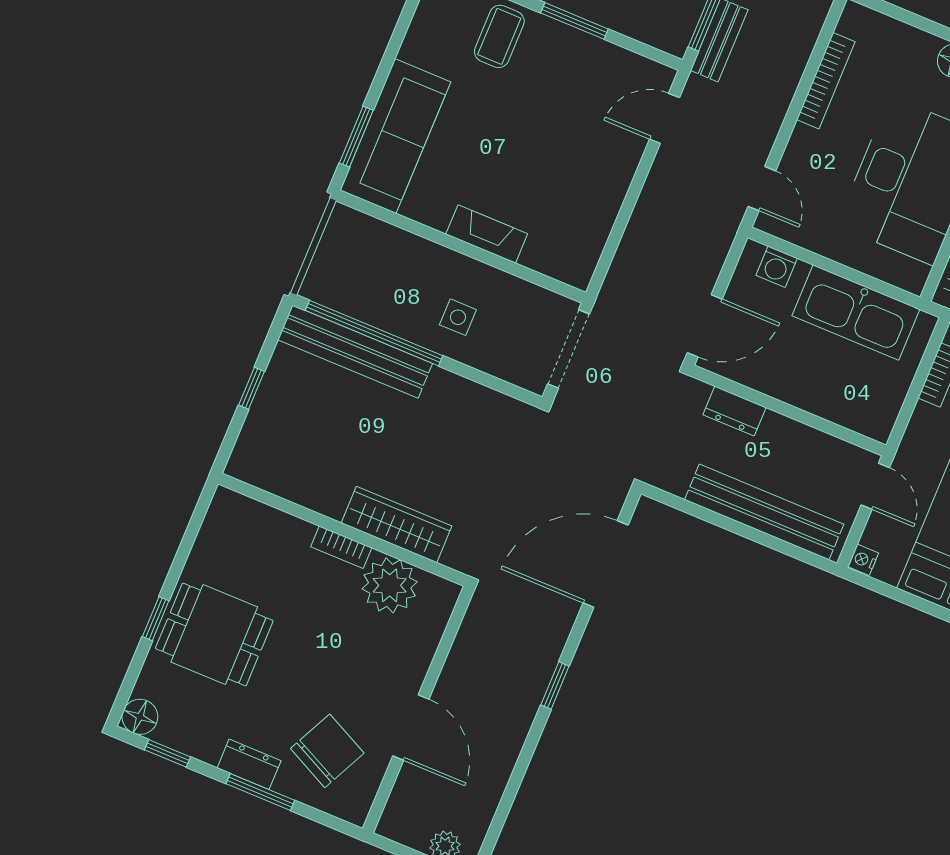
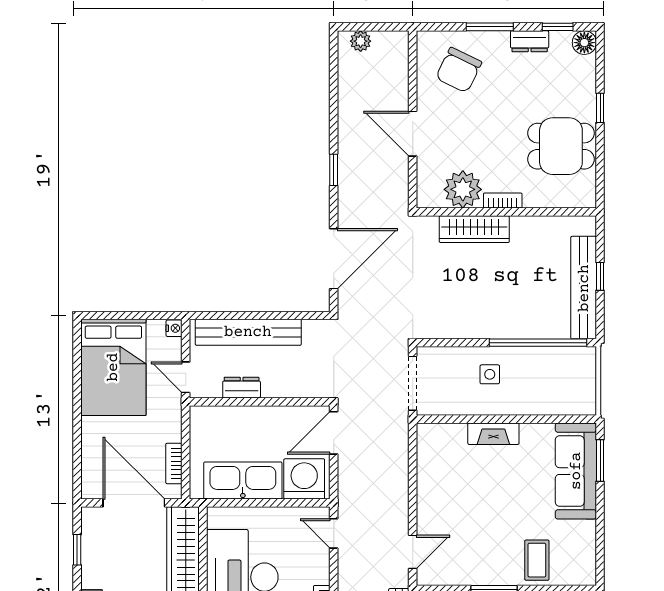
washing machine: (777, 267) -> (304, 479), width x1.89, depth x1.89
bench: (355, 352) -> (584, 288), moved, turned 90
dresser: (735, 411) -> (242, 388), moved
dining table: (214, 635) -> (561, 146), moved
door: (411, 728) -> (413, 134), moved
dresser: (249, 764) -> (530, 41), moved

